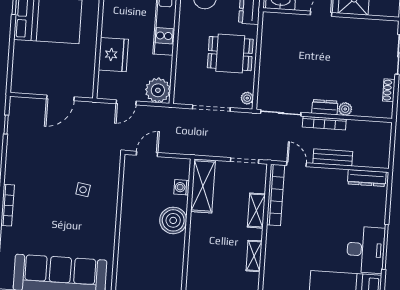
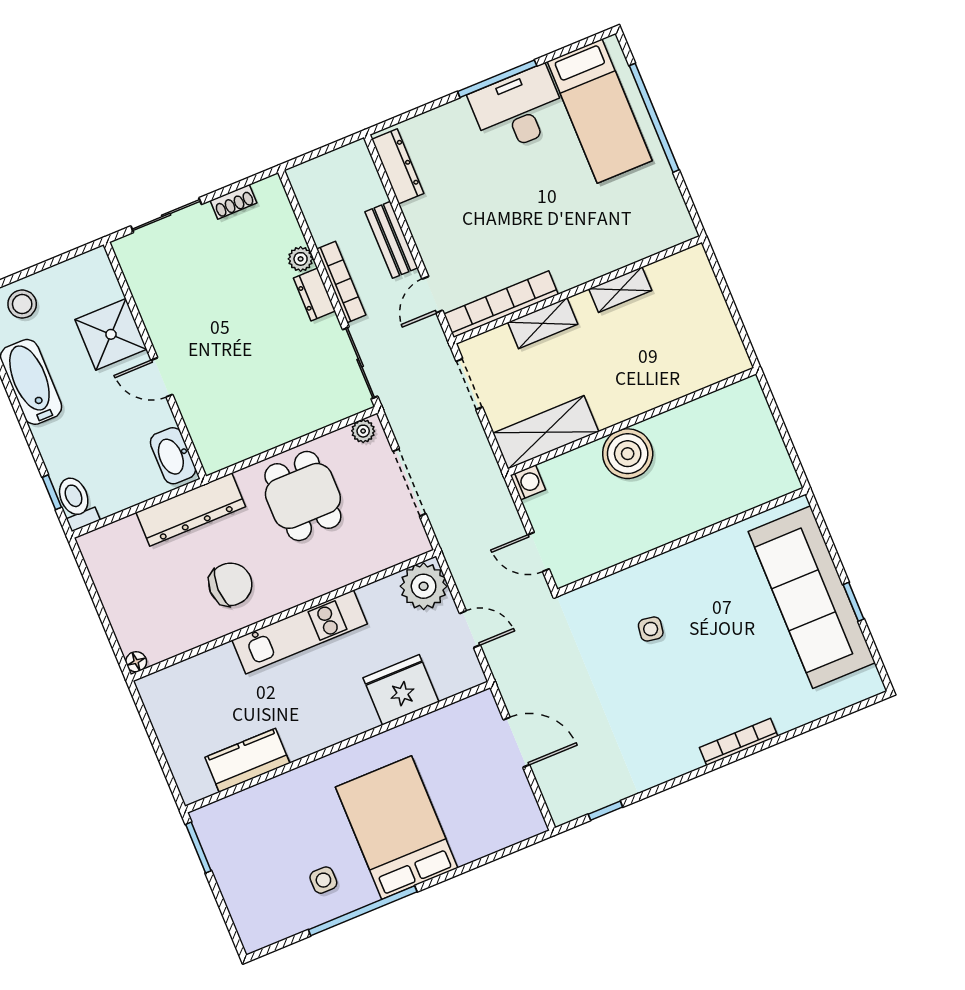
washing machine: (182, 187) -> (528, 482), moved, turned -90

